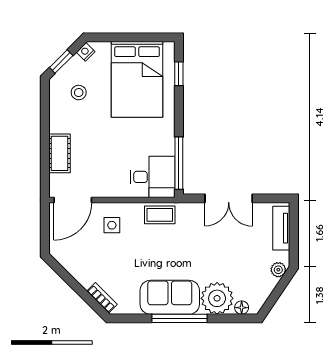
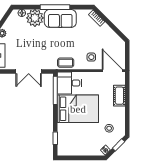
bed: (137, 79) -> (78, 109), moved, turned 90
double door: (229, 198) -> (29, 71), swing flipped
door: (73, 200) -> (112, 71), hinge flipped

